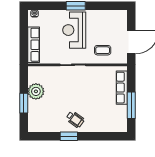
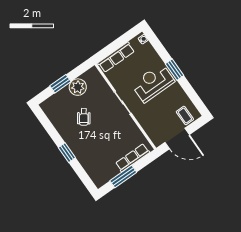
coffee table: (103, 50) -> (185, 115), moved
wheelchair: (75, 119) -> (84, 117), moved
window: (69, 136) -> (67, 153), moved

